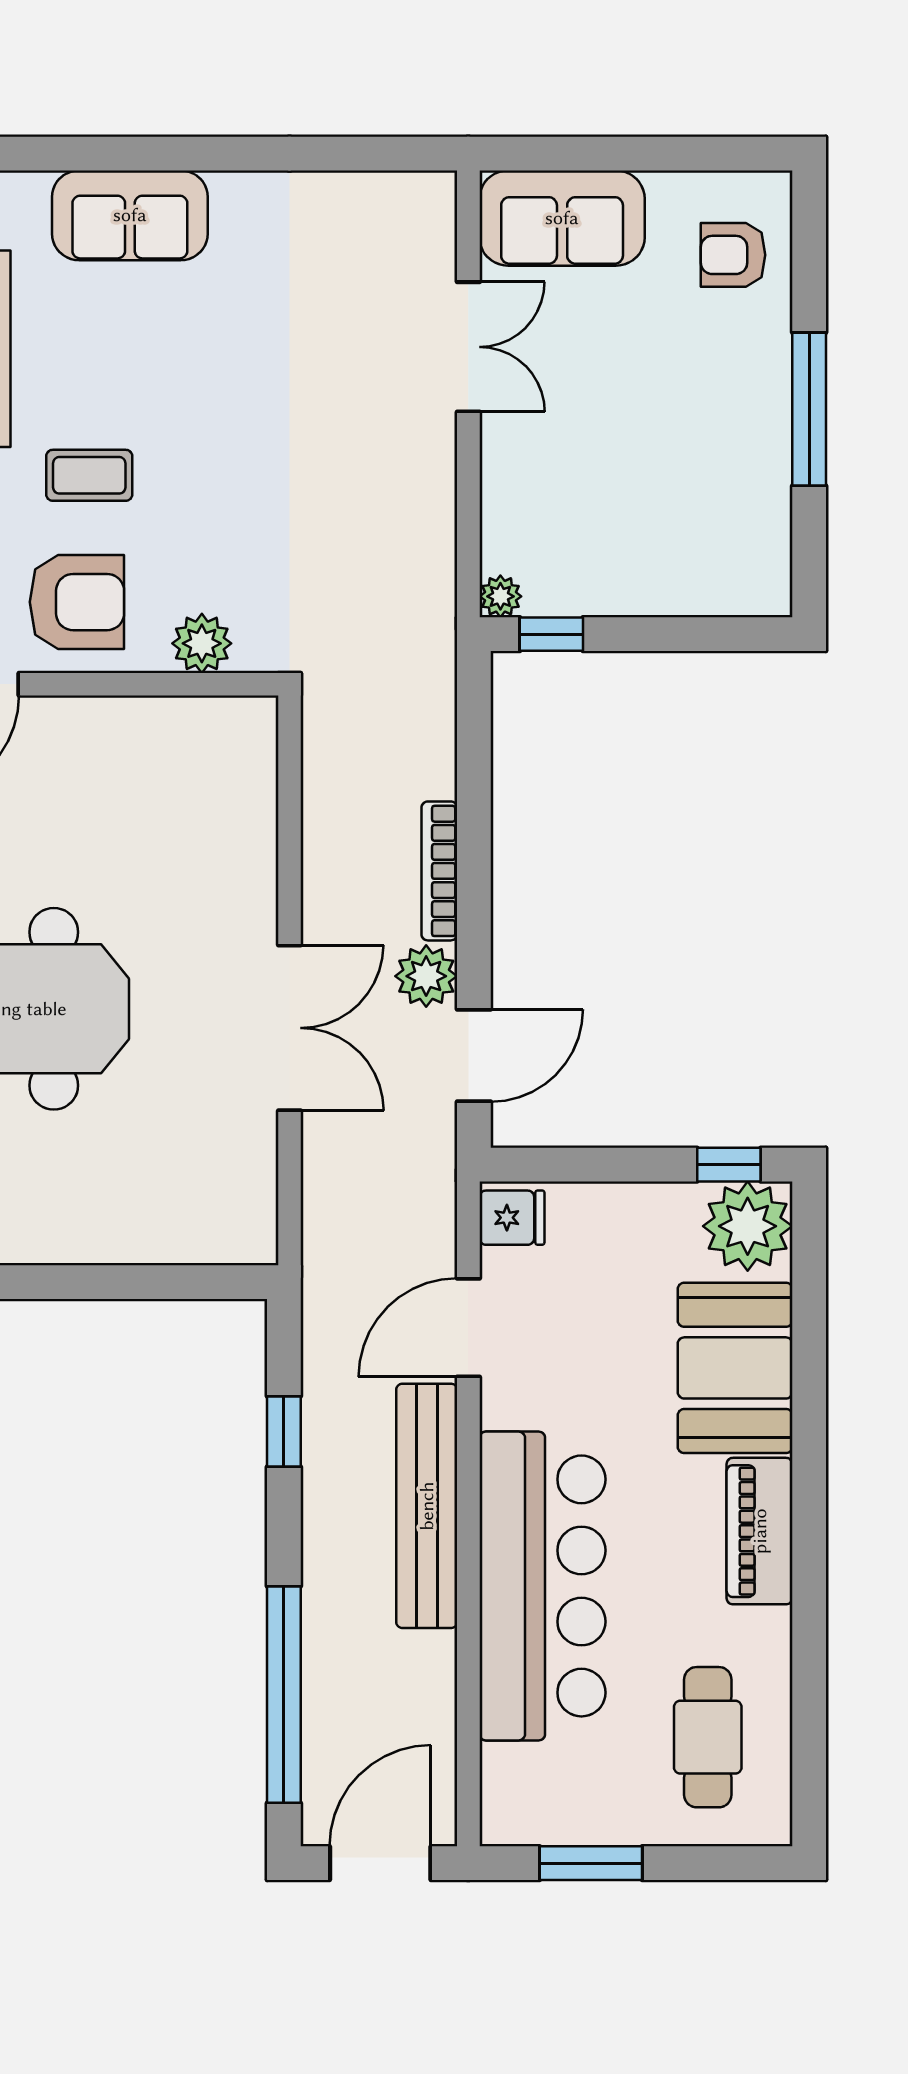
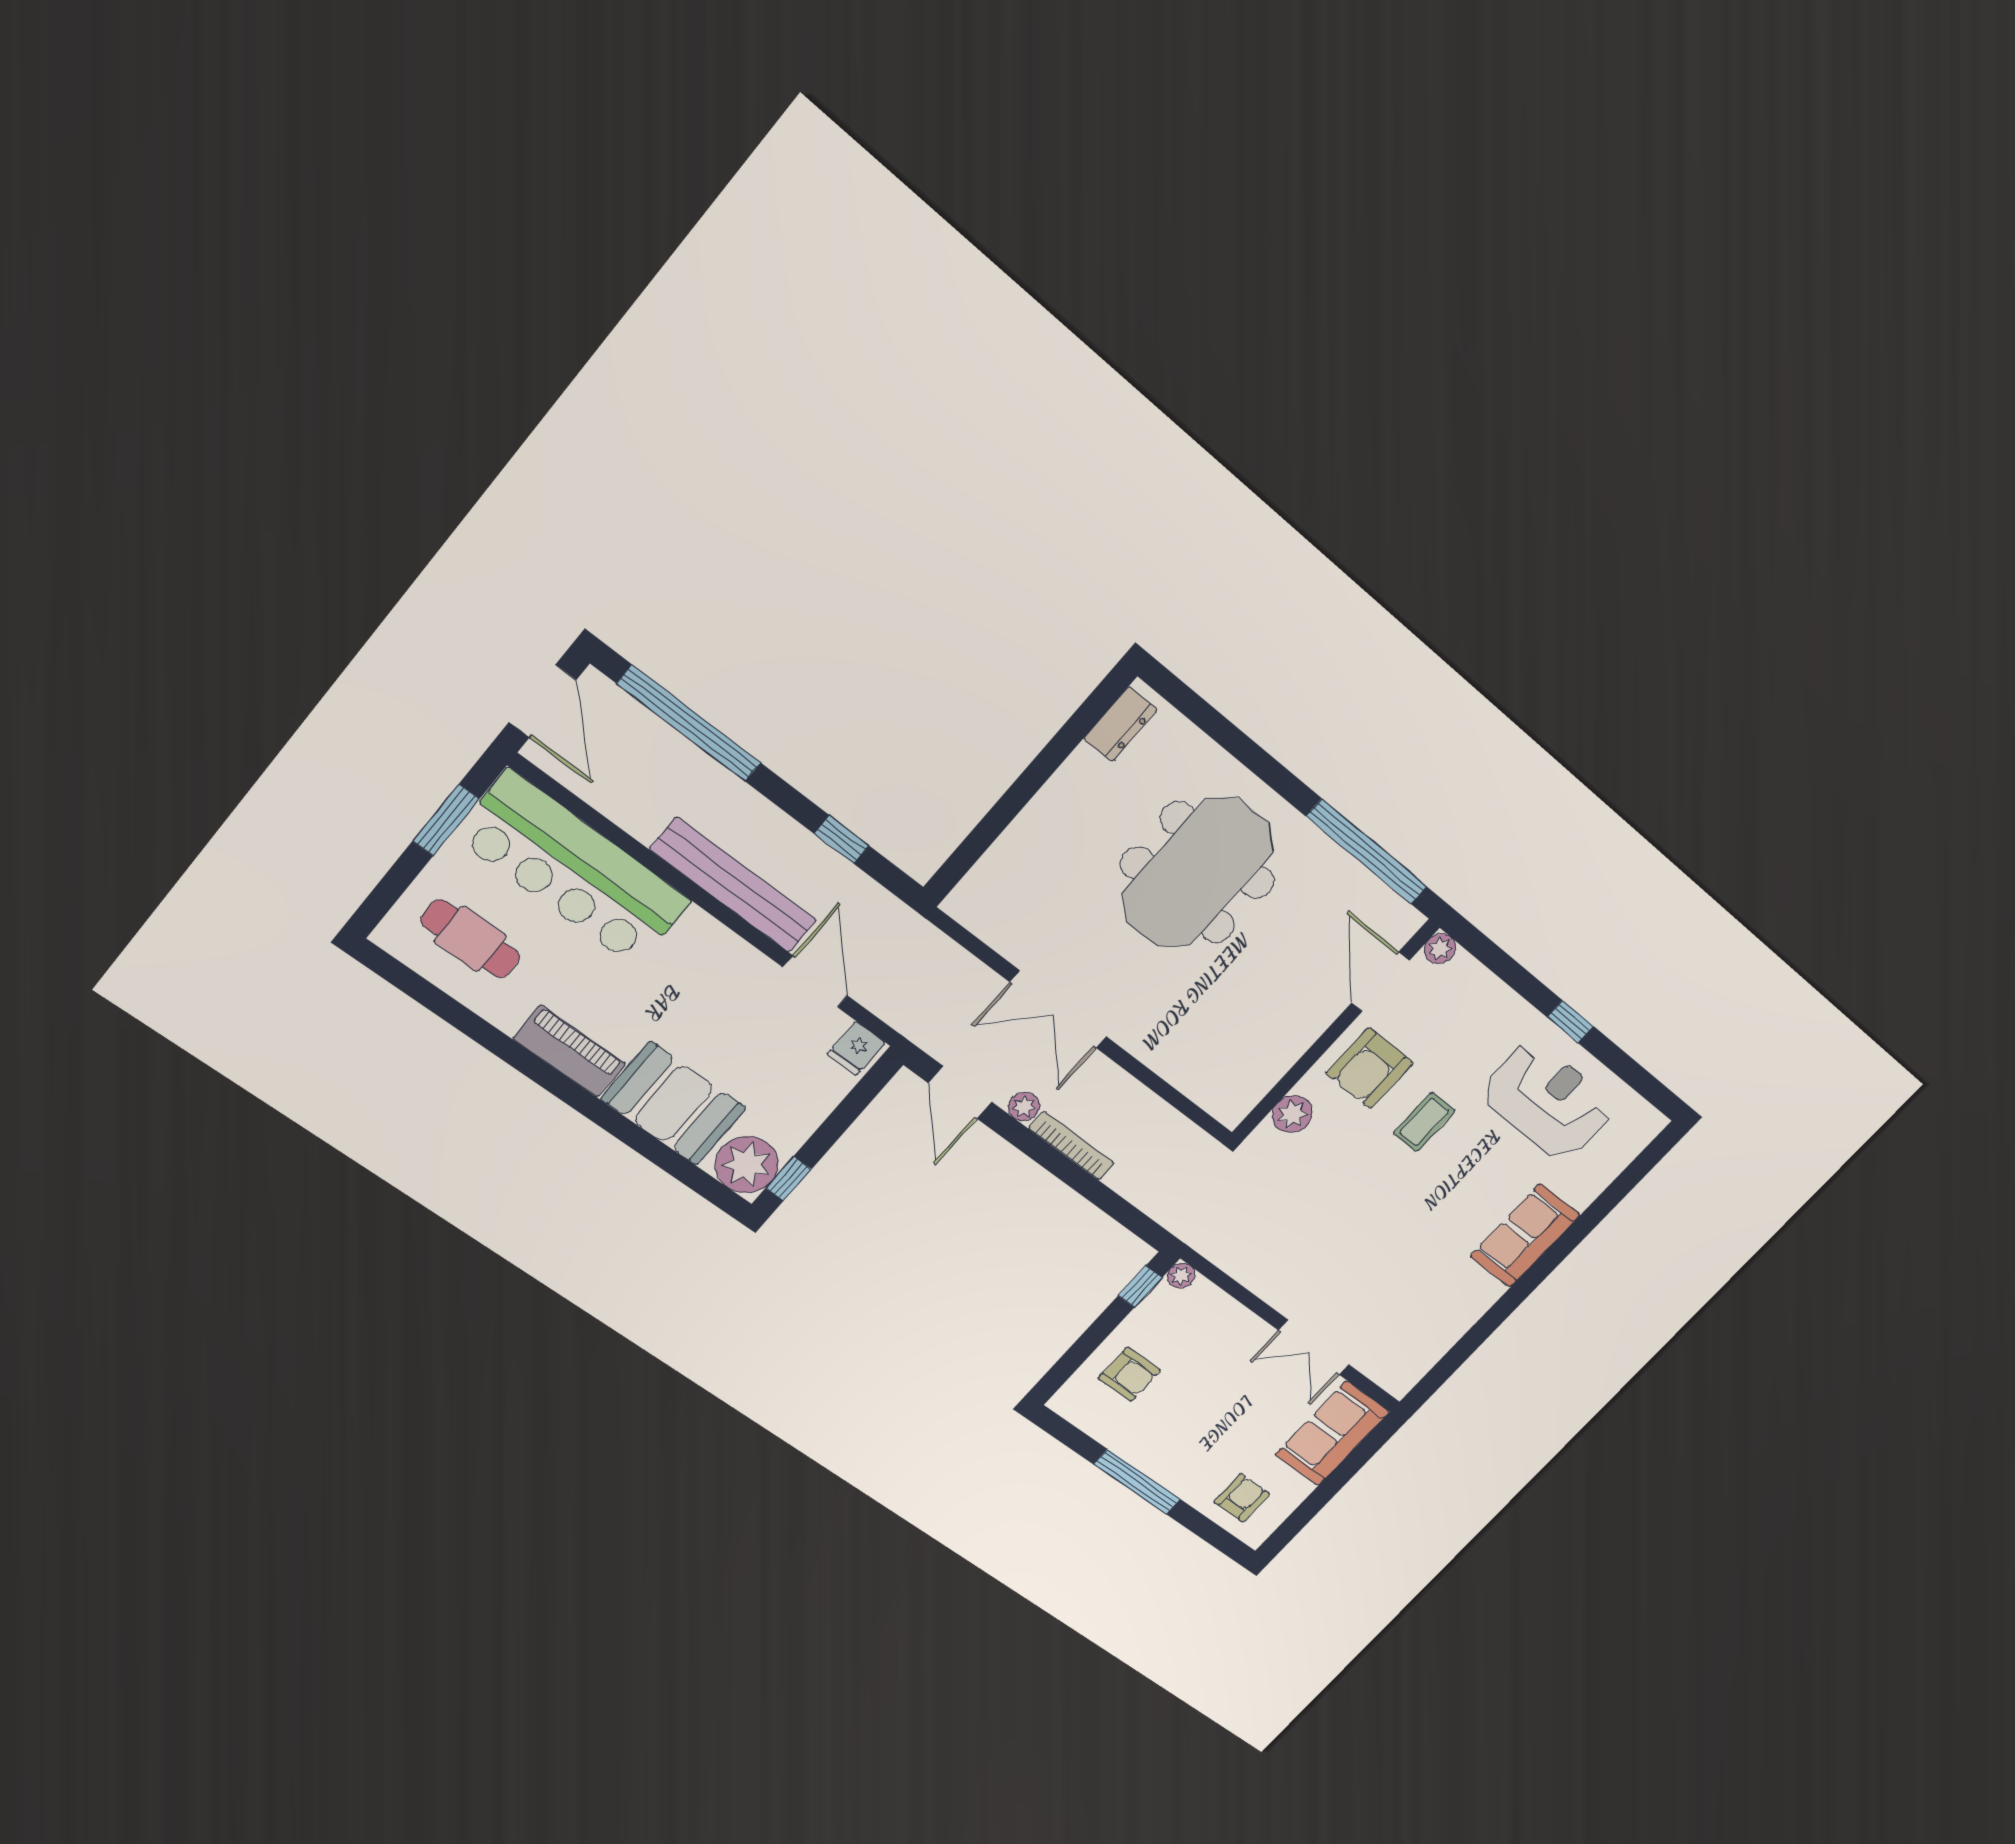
armchair: (674, 547) -> (1129, 1374), added
plant: (426, 976) -> (1024, 1107), width x0.73, depth x0.73
bar counter: (542, 1586) -> (573, 869), moved

